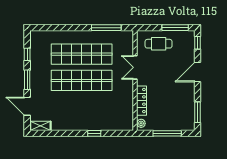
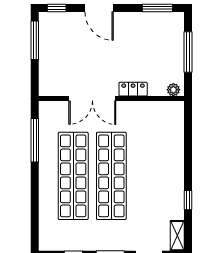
cafe table: (159, 44) -> (58, 64), removed
double door: (135, 67) -> (92, 99), width x1.37
locker: (141, 101) -> (133, 89), width x0.66
window: (94, 133) -> (188, 200), moved

